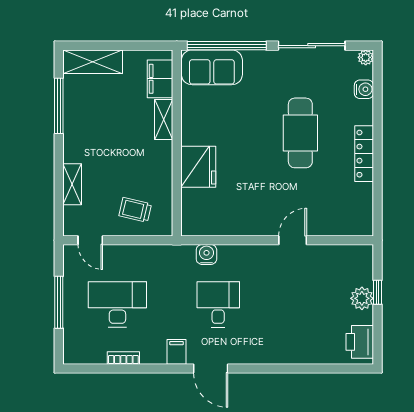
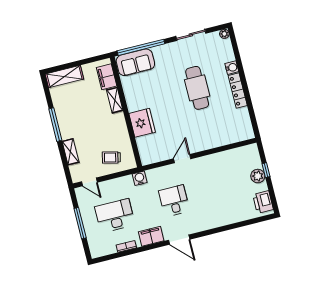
sliding door: (312, 46) -> (191, 35), width x0.73
water cooler: (364, 89) -> (232, 68), moved
window: (59, 106) -> (55, 125), moved
door: (293, 240) -> (182, 159), moved
water cooler: (206, 254) -> (140, 178), moved
filing cabinet: (177, 352) -> (151, 236), width x2.00

